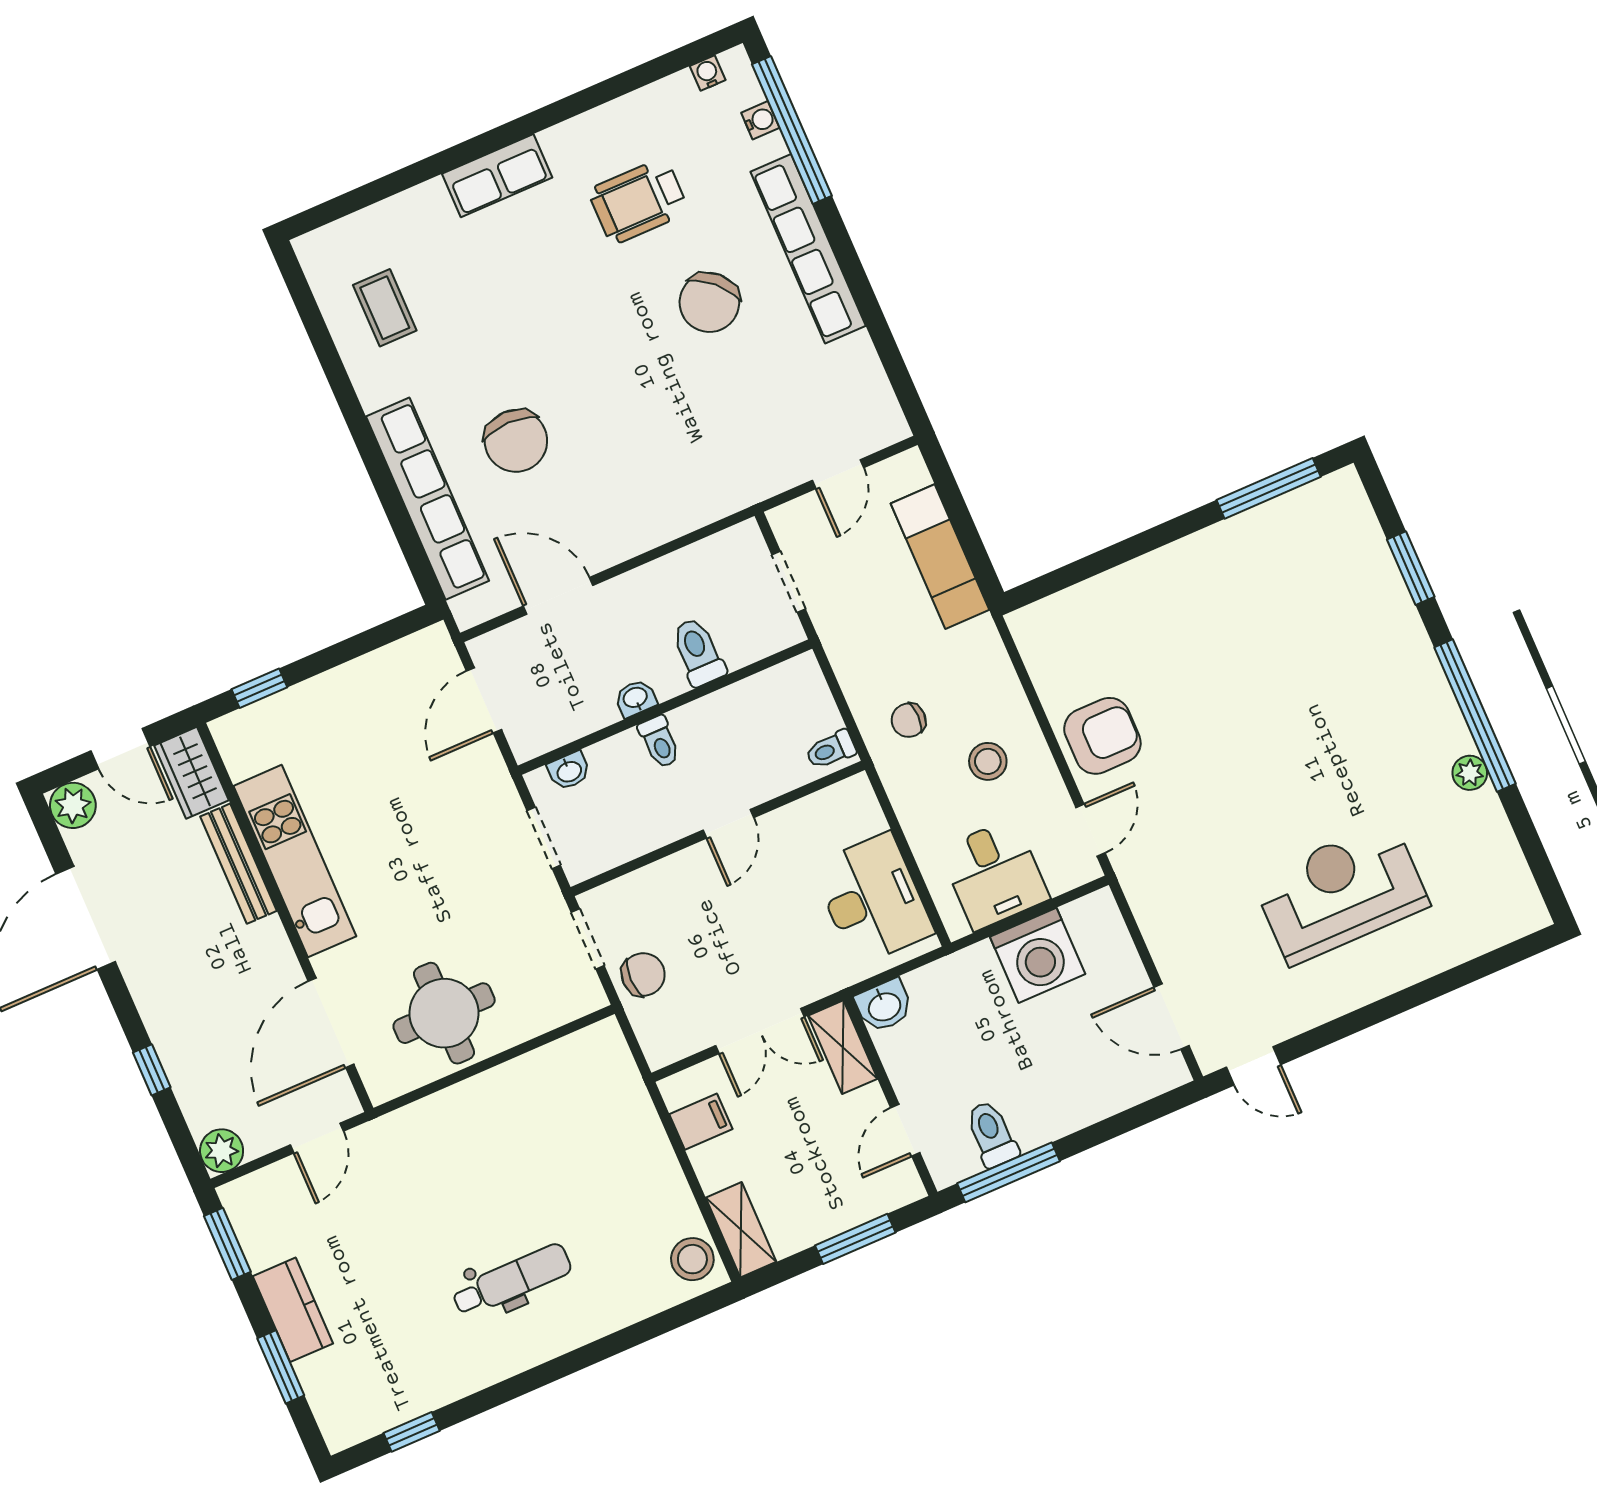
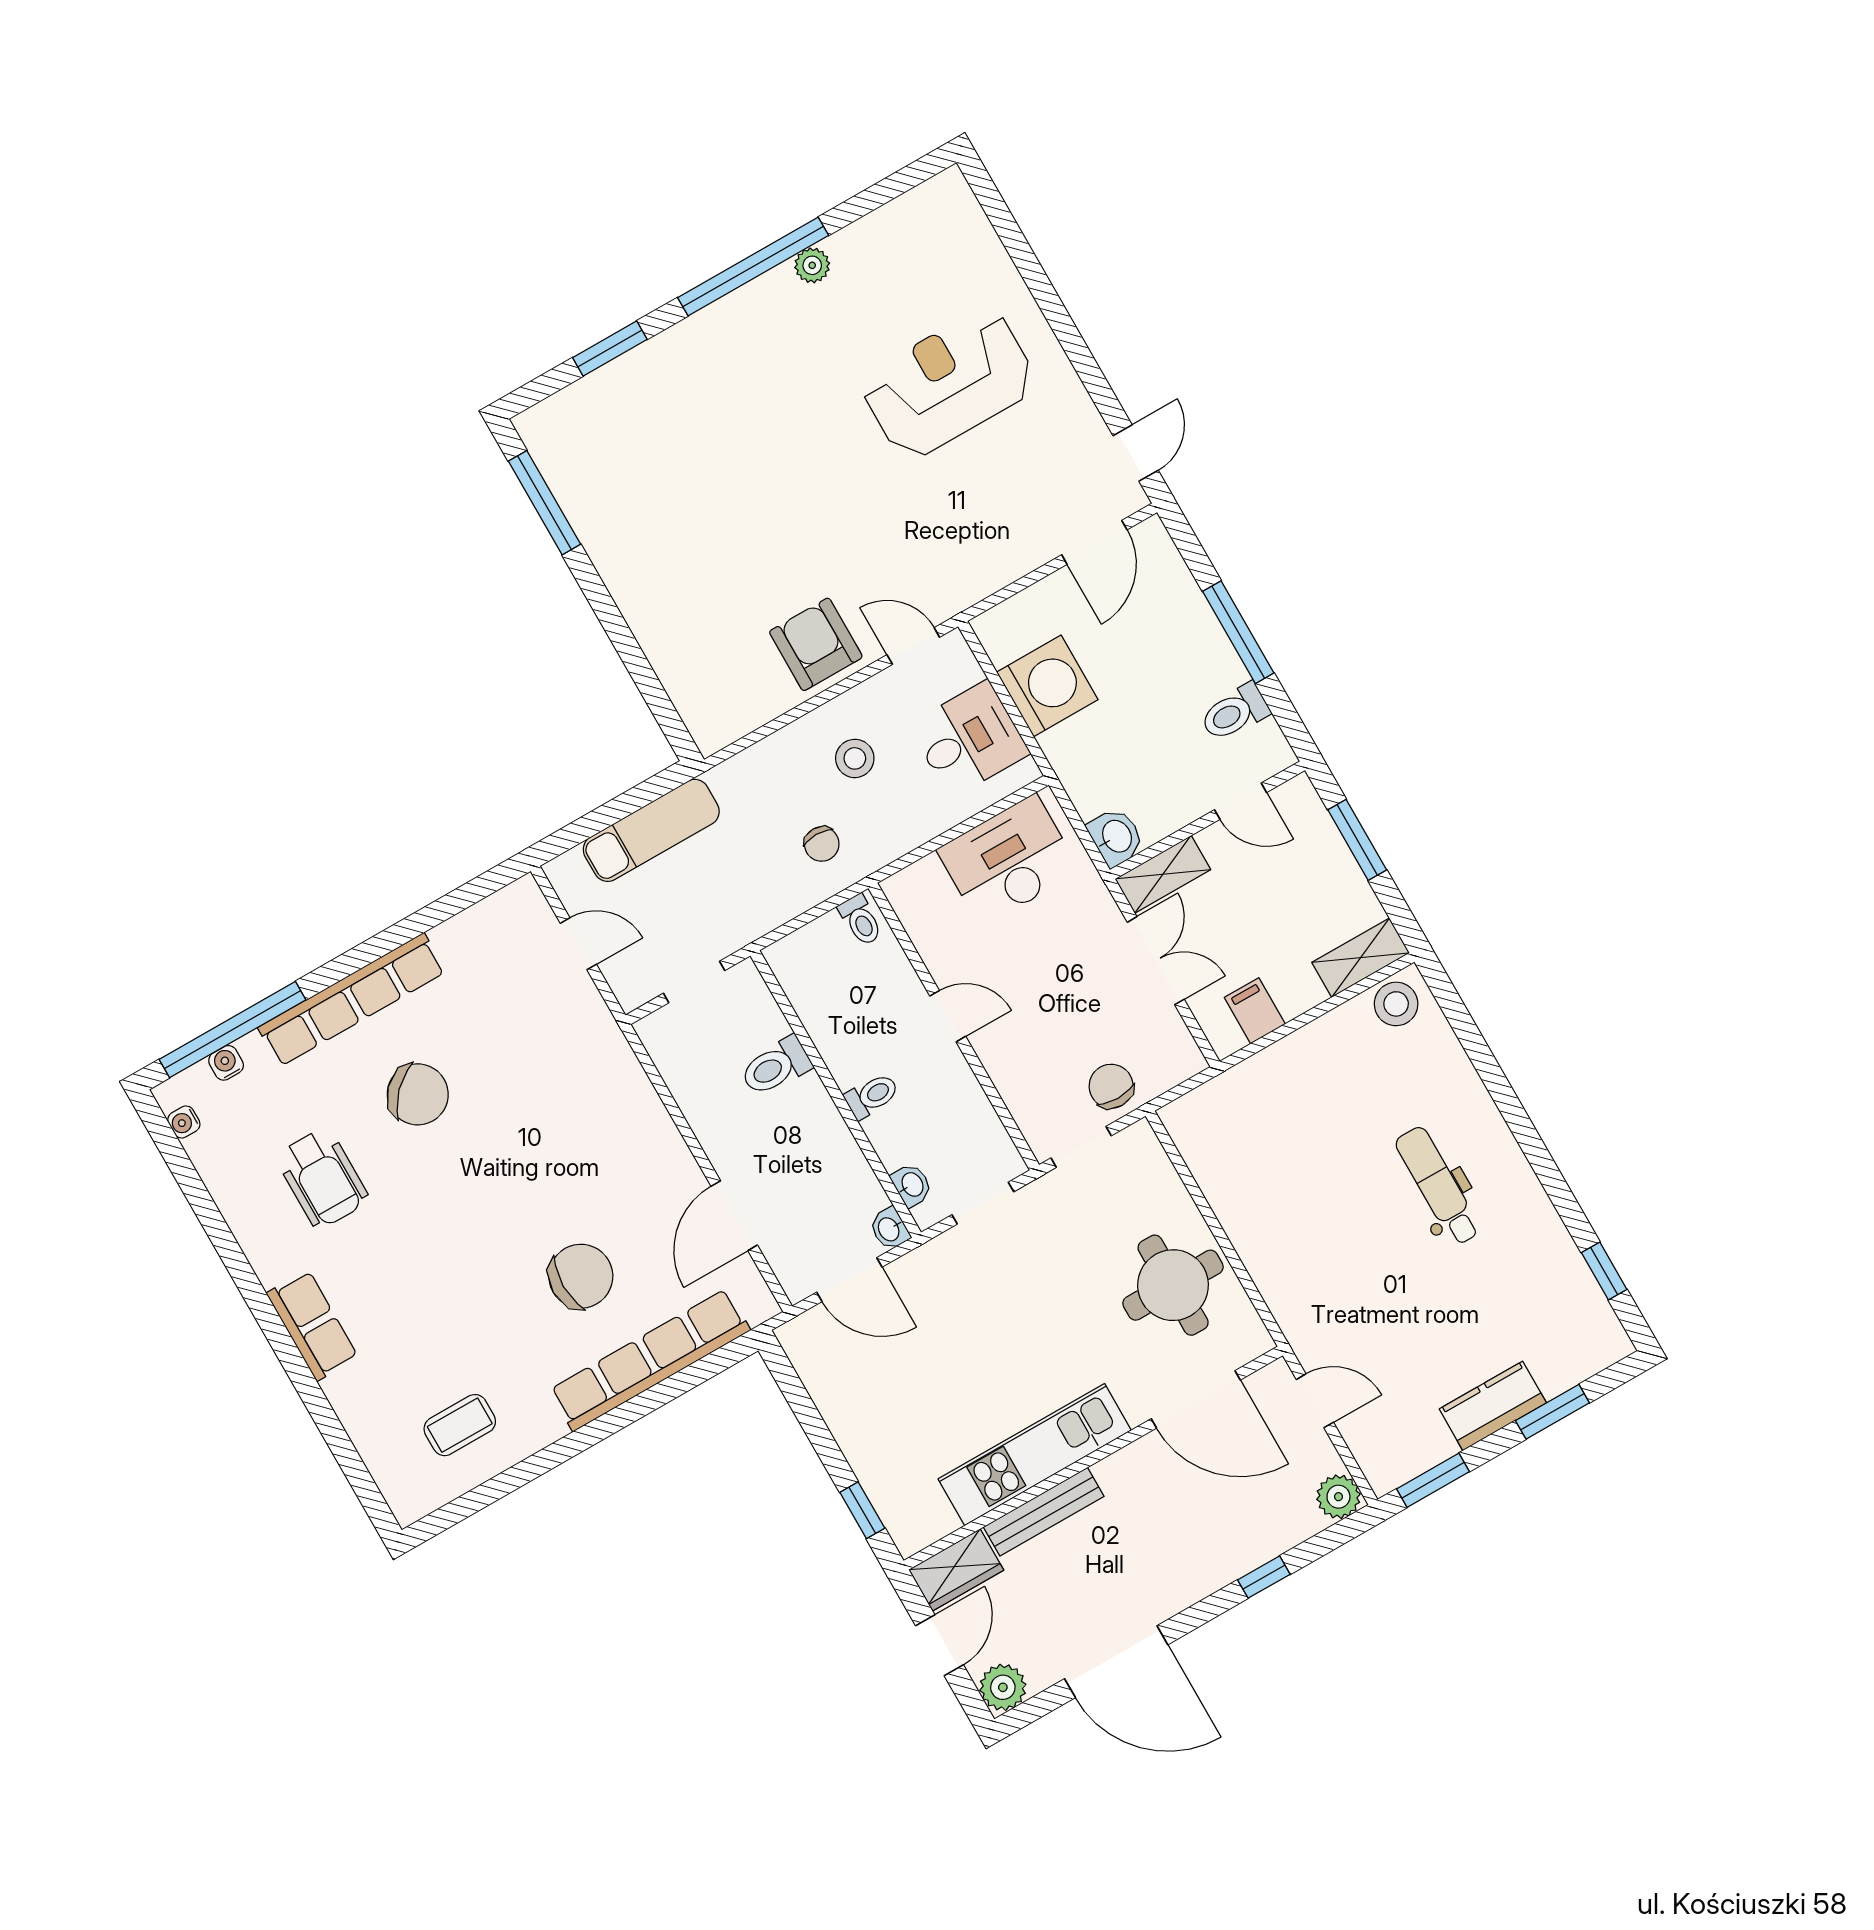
washbasin: (636, 698) -> (889, 1229), moved
reception desk: (1341, 892) -> (949, 383), turned 90
window: (1009, 1172) -> (1238, 632), moved

